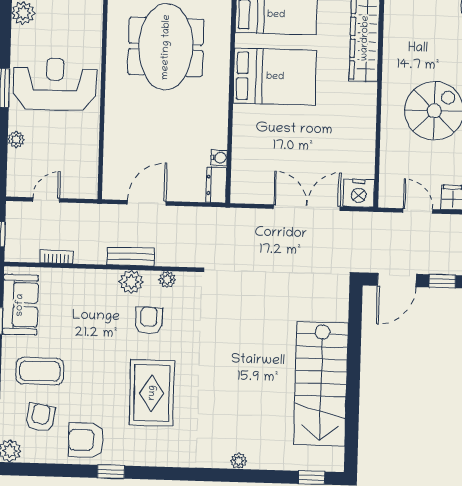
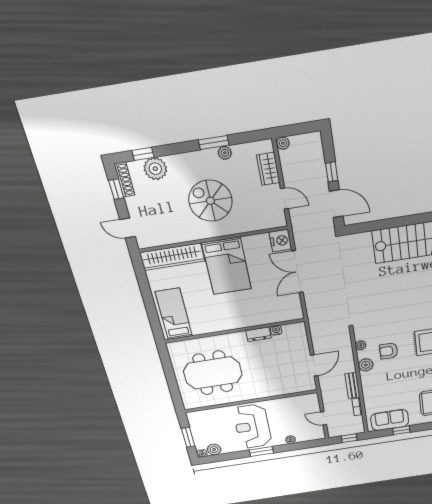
bed: (275, 77) -> (227, 266), moved, turned 180
dresser: (216, 185) -> (258, 334), moved
door: (147, 203) -> (314, 366), swing flipped
door: (418, 211) -> (284, 199), swing flipped
bench: (131, 256) -> (352, 385), moved

